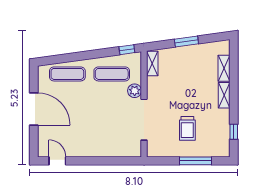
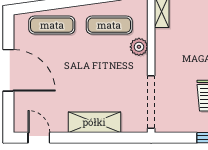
doorway: (144, 120) -> (151, 102), moved
shelving: (100, 149) -> (94, 122), added

